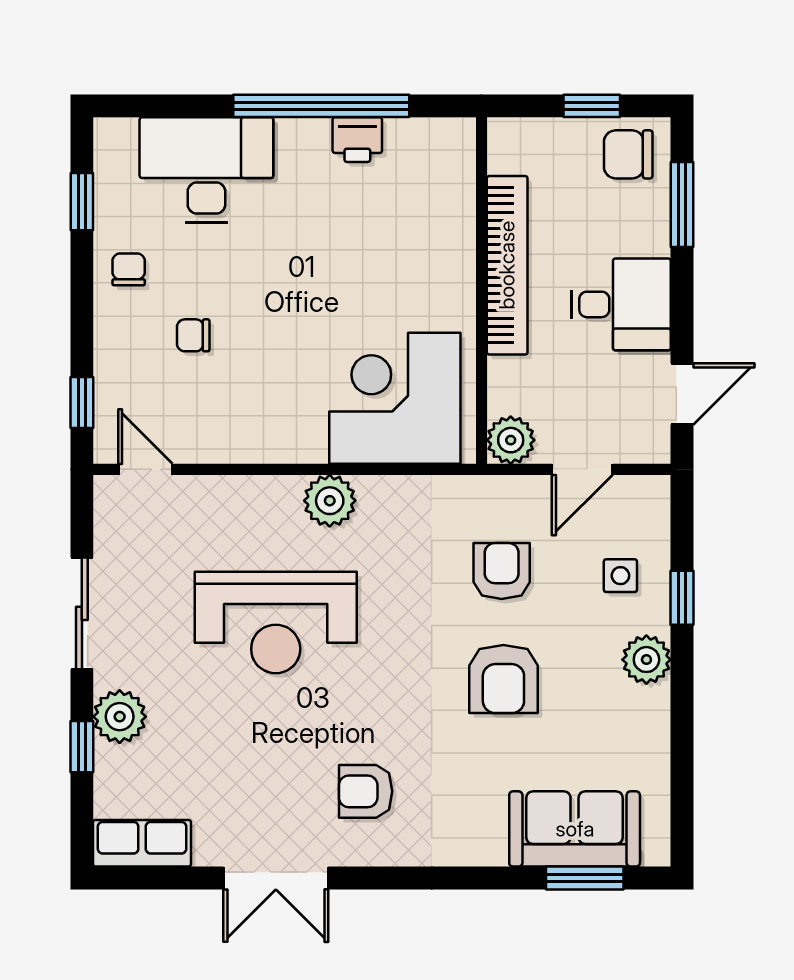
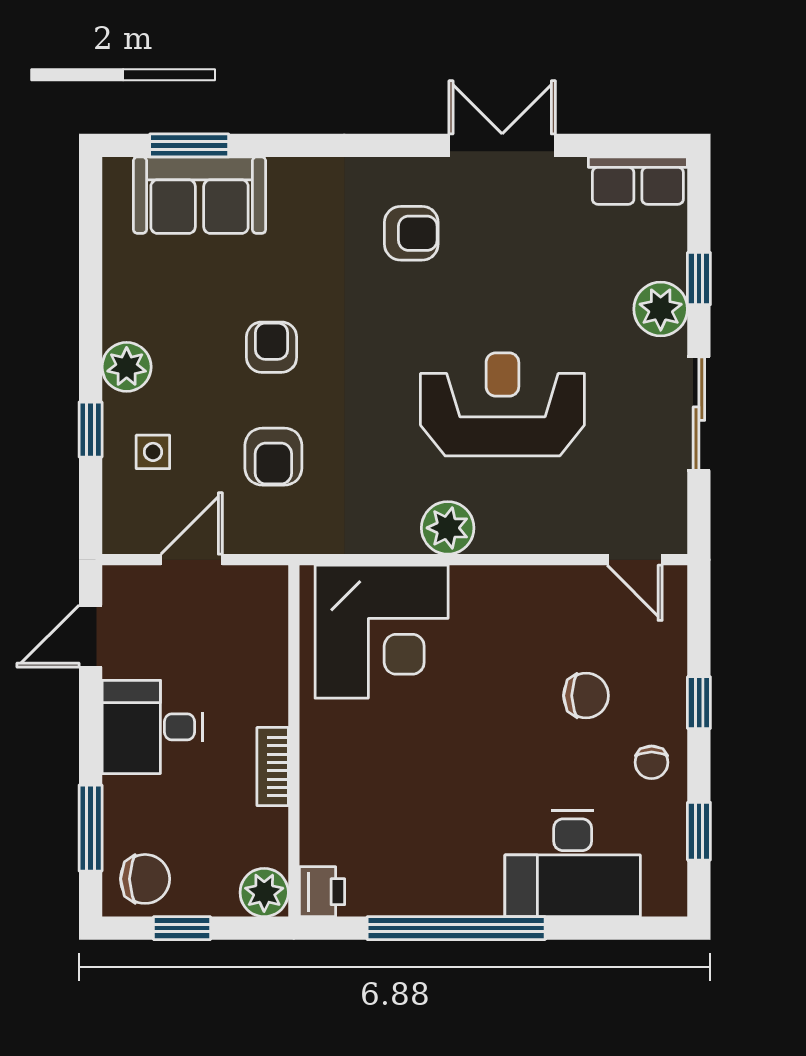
printer: (357, 140) -> (322, 892), moved, turned 90
bookcase: (507, 265) -> (273, 767), width x0.43, depth x0.76
chair: (193, 335) -> (586, 696), width x1.37, depth x1.37
window: (82, 403) -> (699, 703), moved
plant: (511, 440) -> (264, 892), moved
armchair: (503, 679) -> (272, 347), width x0.72, depth x0.72

